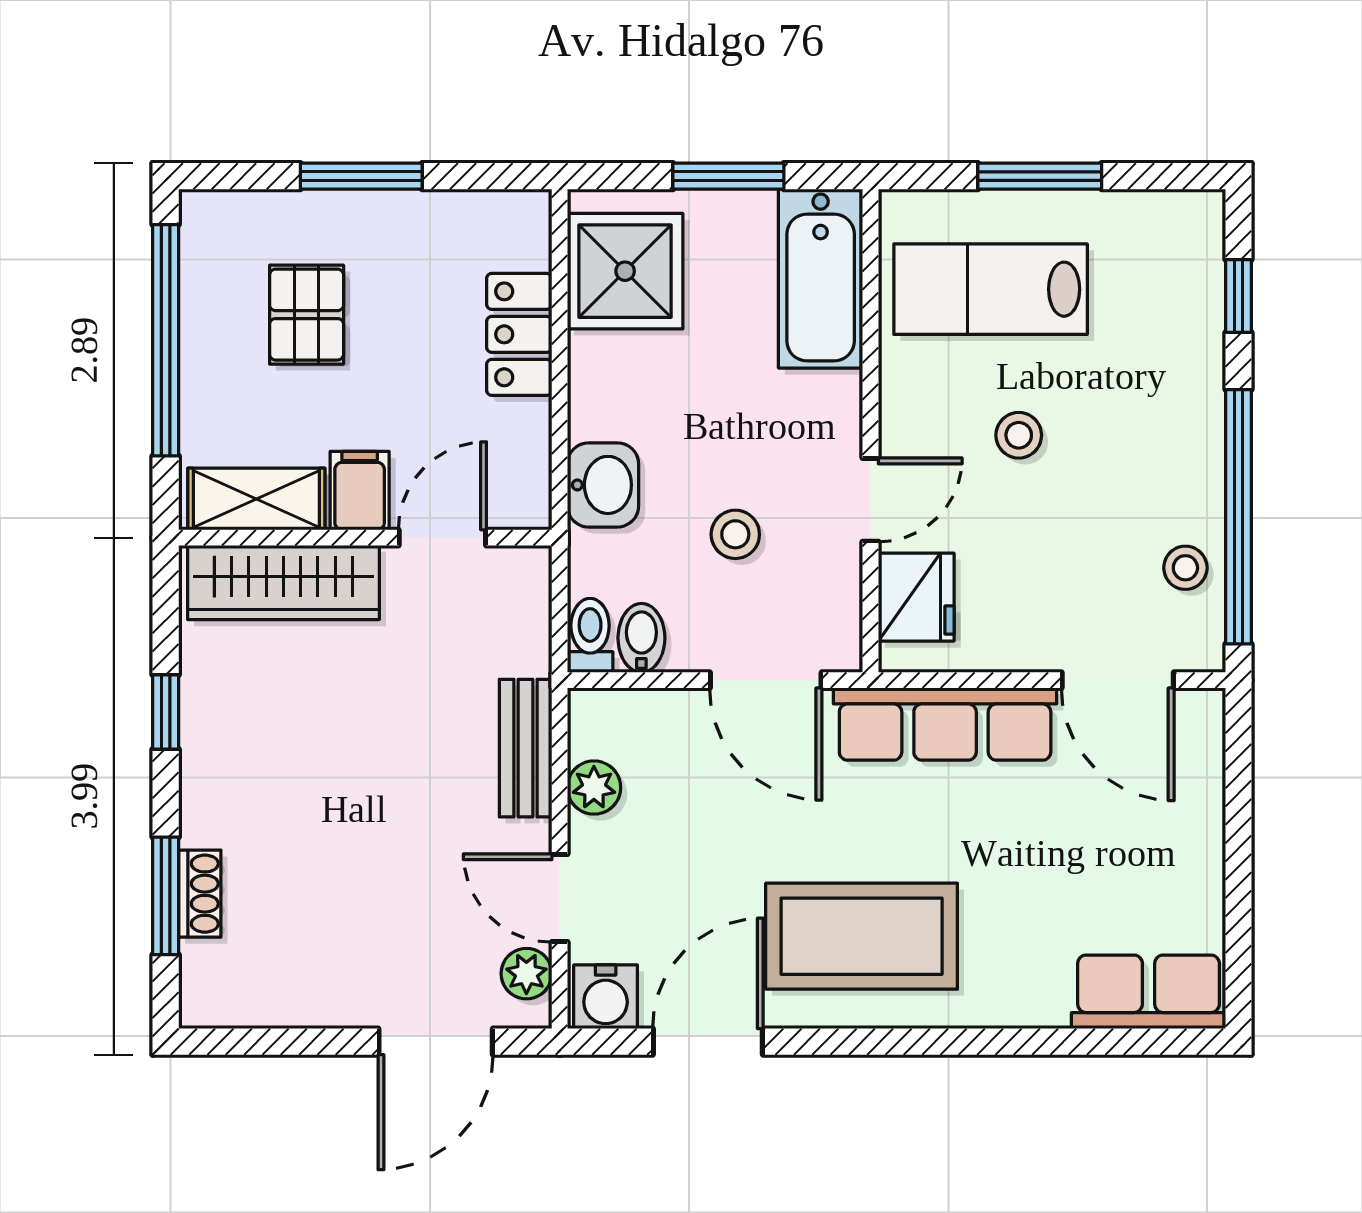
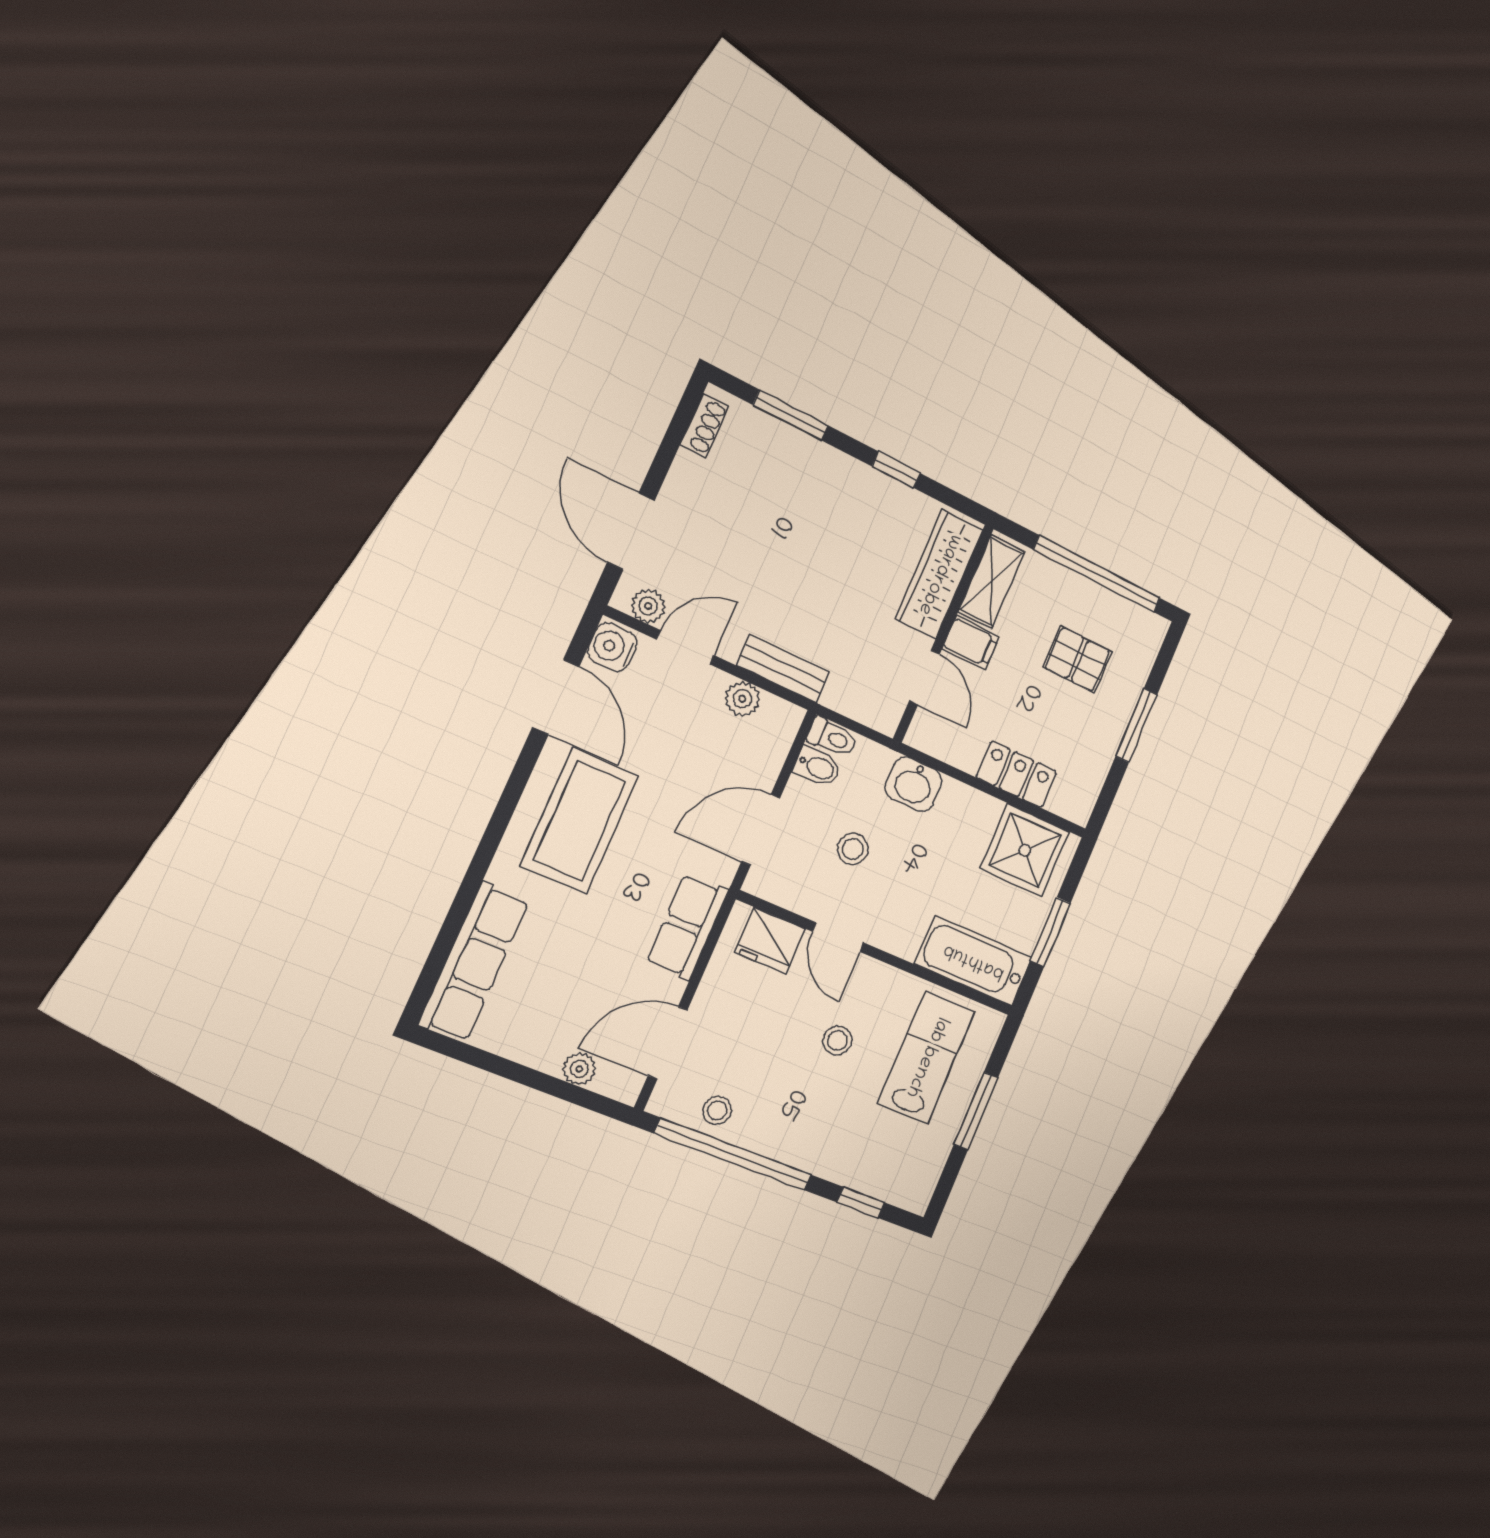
row of seats: (945, 724) -> (687, 927), width x0.68
plant: (1201, 787) -> (579, 1069), added
shoe rack: (200, 894) -> (704, 425), moved, turned -90
row of seats: (1149, 992) -> (474, 962), width x1.48

